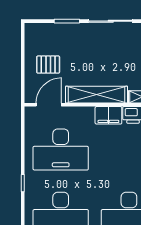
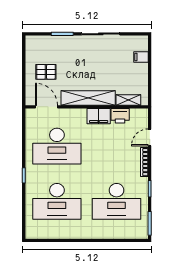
door: (49, 105) -> (46, 107), hinge flipped

